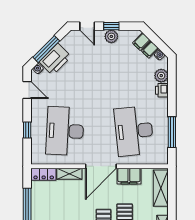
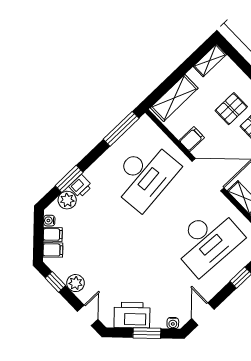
window: (111, 26) -> (55, 282), moved
window: (46, 49) -> (147, 333), width x0.69
printer: (55, 59) -> (132, 315), moved
window: (172, 88) -> (69, 179), added
window: (172, 132) -> (121, 129), moved
filing cabinet: (129, 176) -> (192, 139), width x0.50

